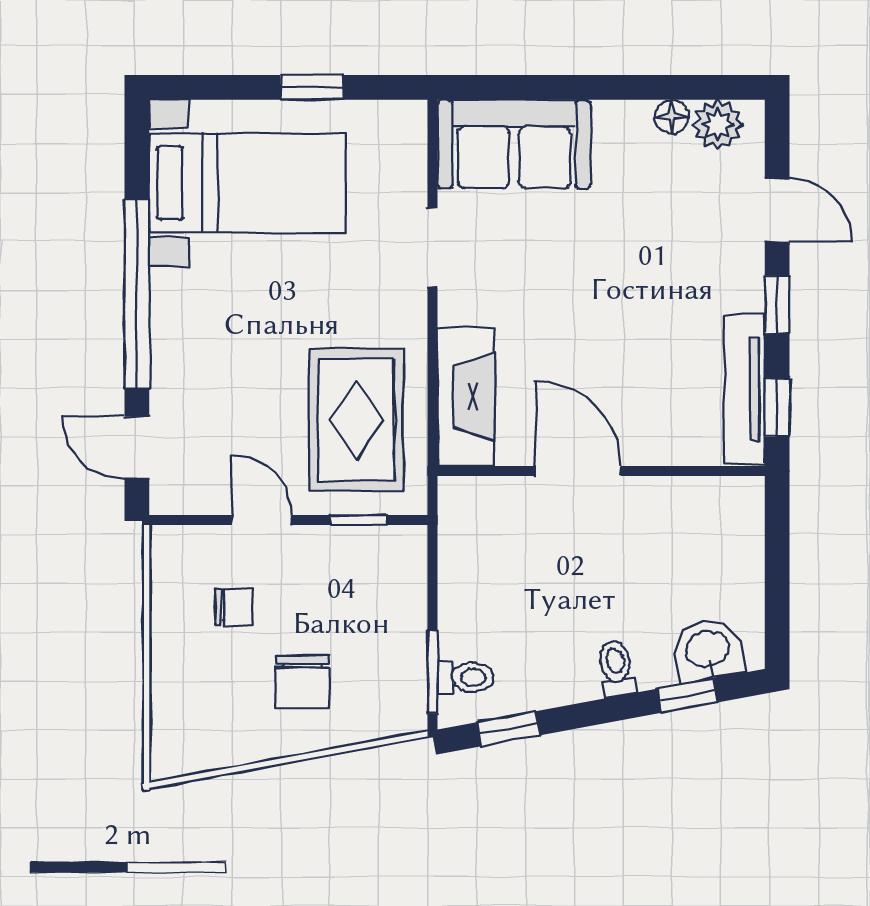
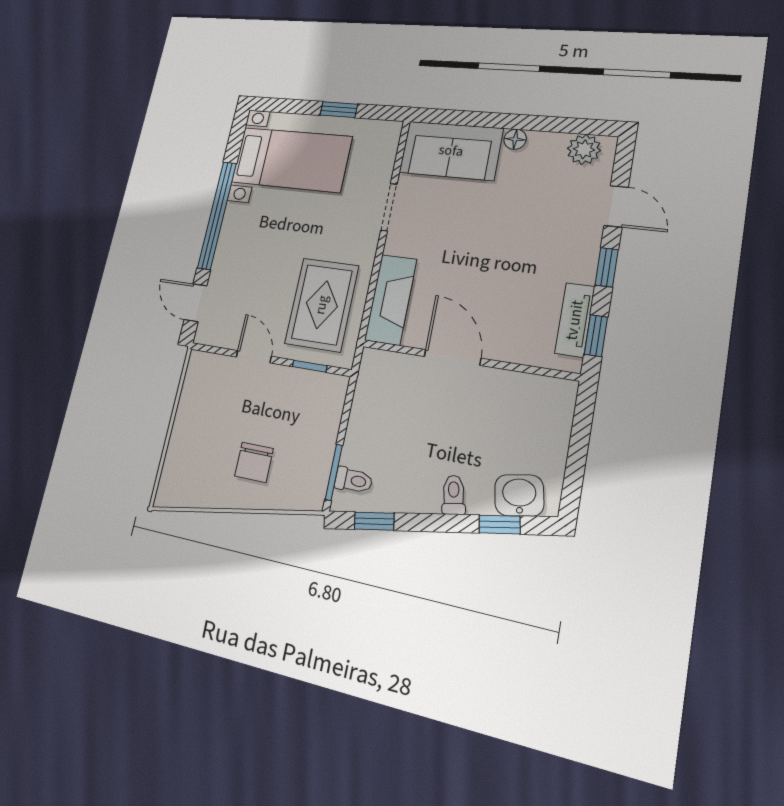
floor lamp: (672, 117) -> (515, 139), moved
tv unit: (744, 389) -> (575, 320), width x0.71
chair: (234, 607) -> (226, 407), removed

